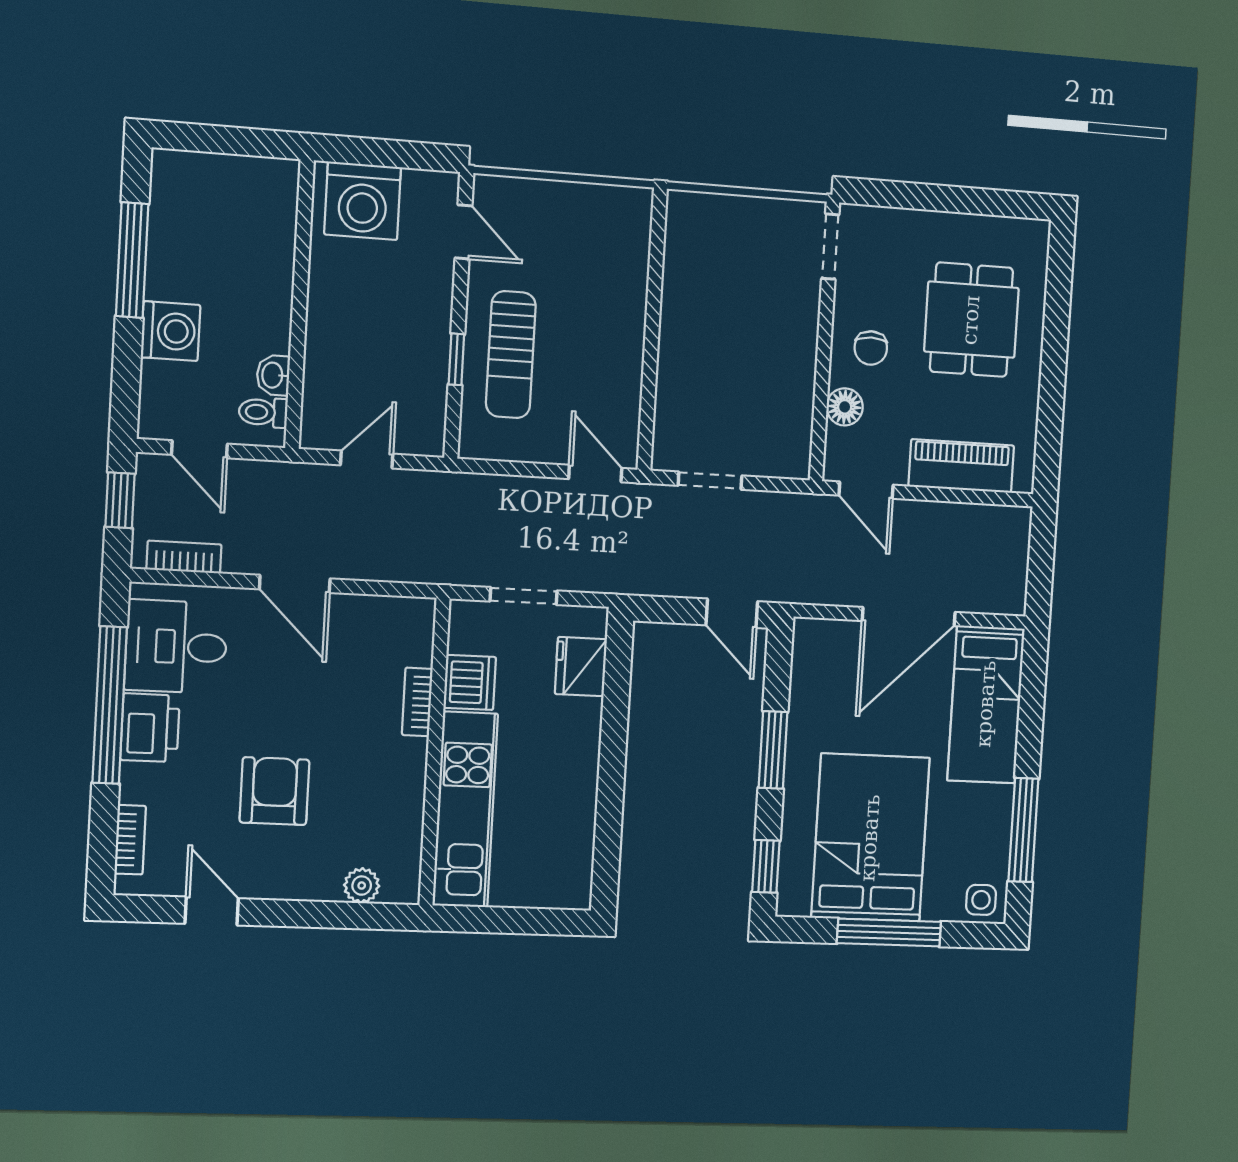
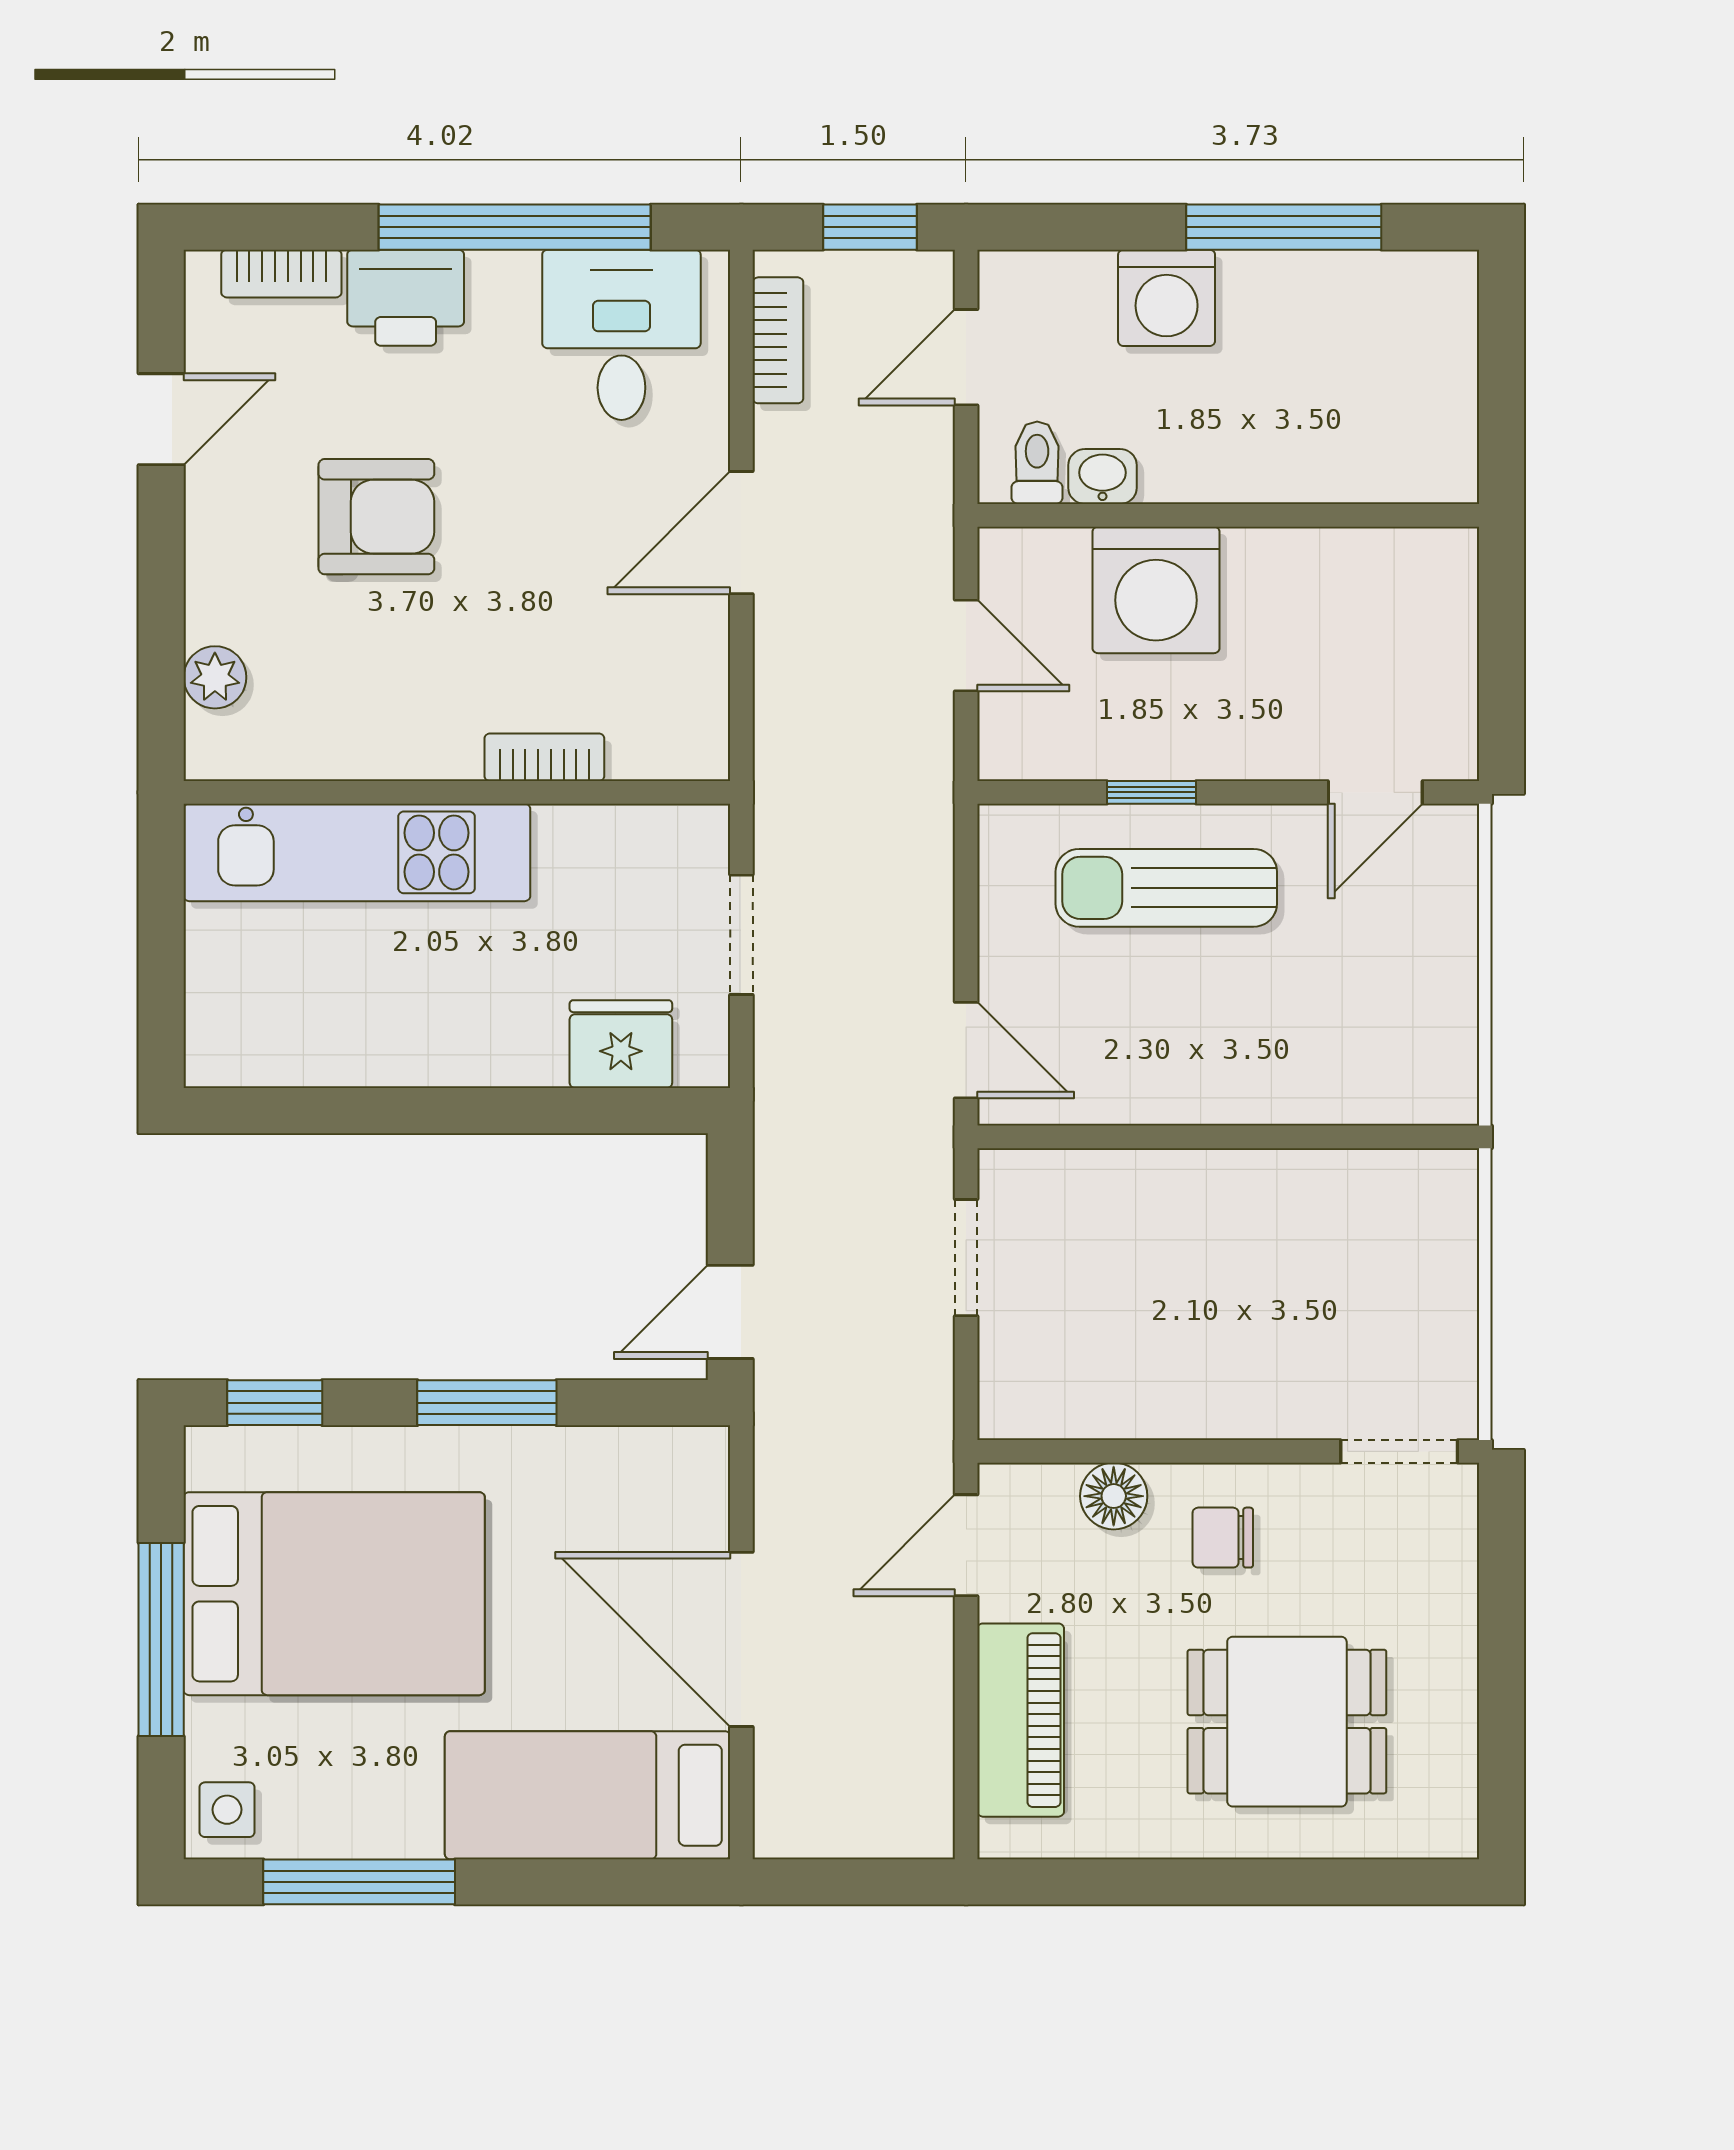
washing machine: (363, 201) -> (1156, 590), moved, turned -90
door: (595, 474) -> (966, 1050), hinge flipped
dishwasher: (470, 682) -> (583, 848), removed
printer: (150, 728) -> (406, 298), moved

